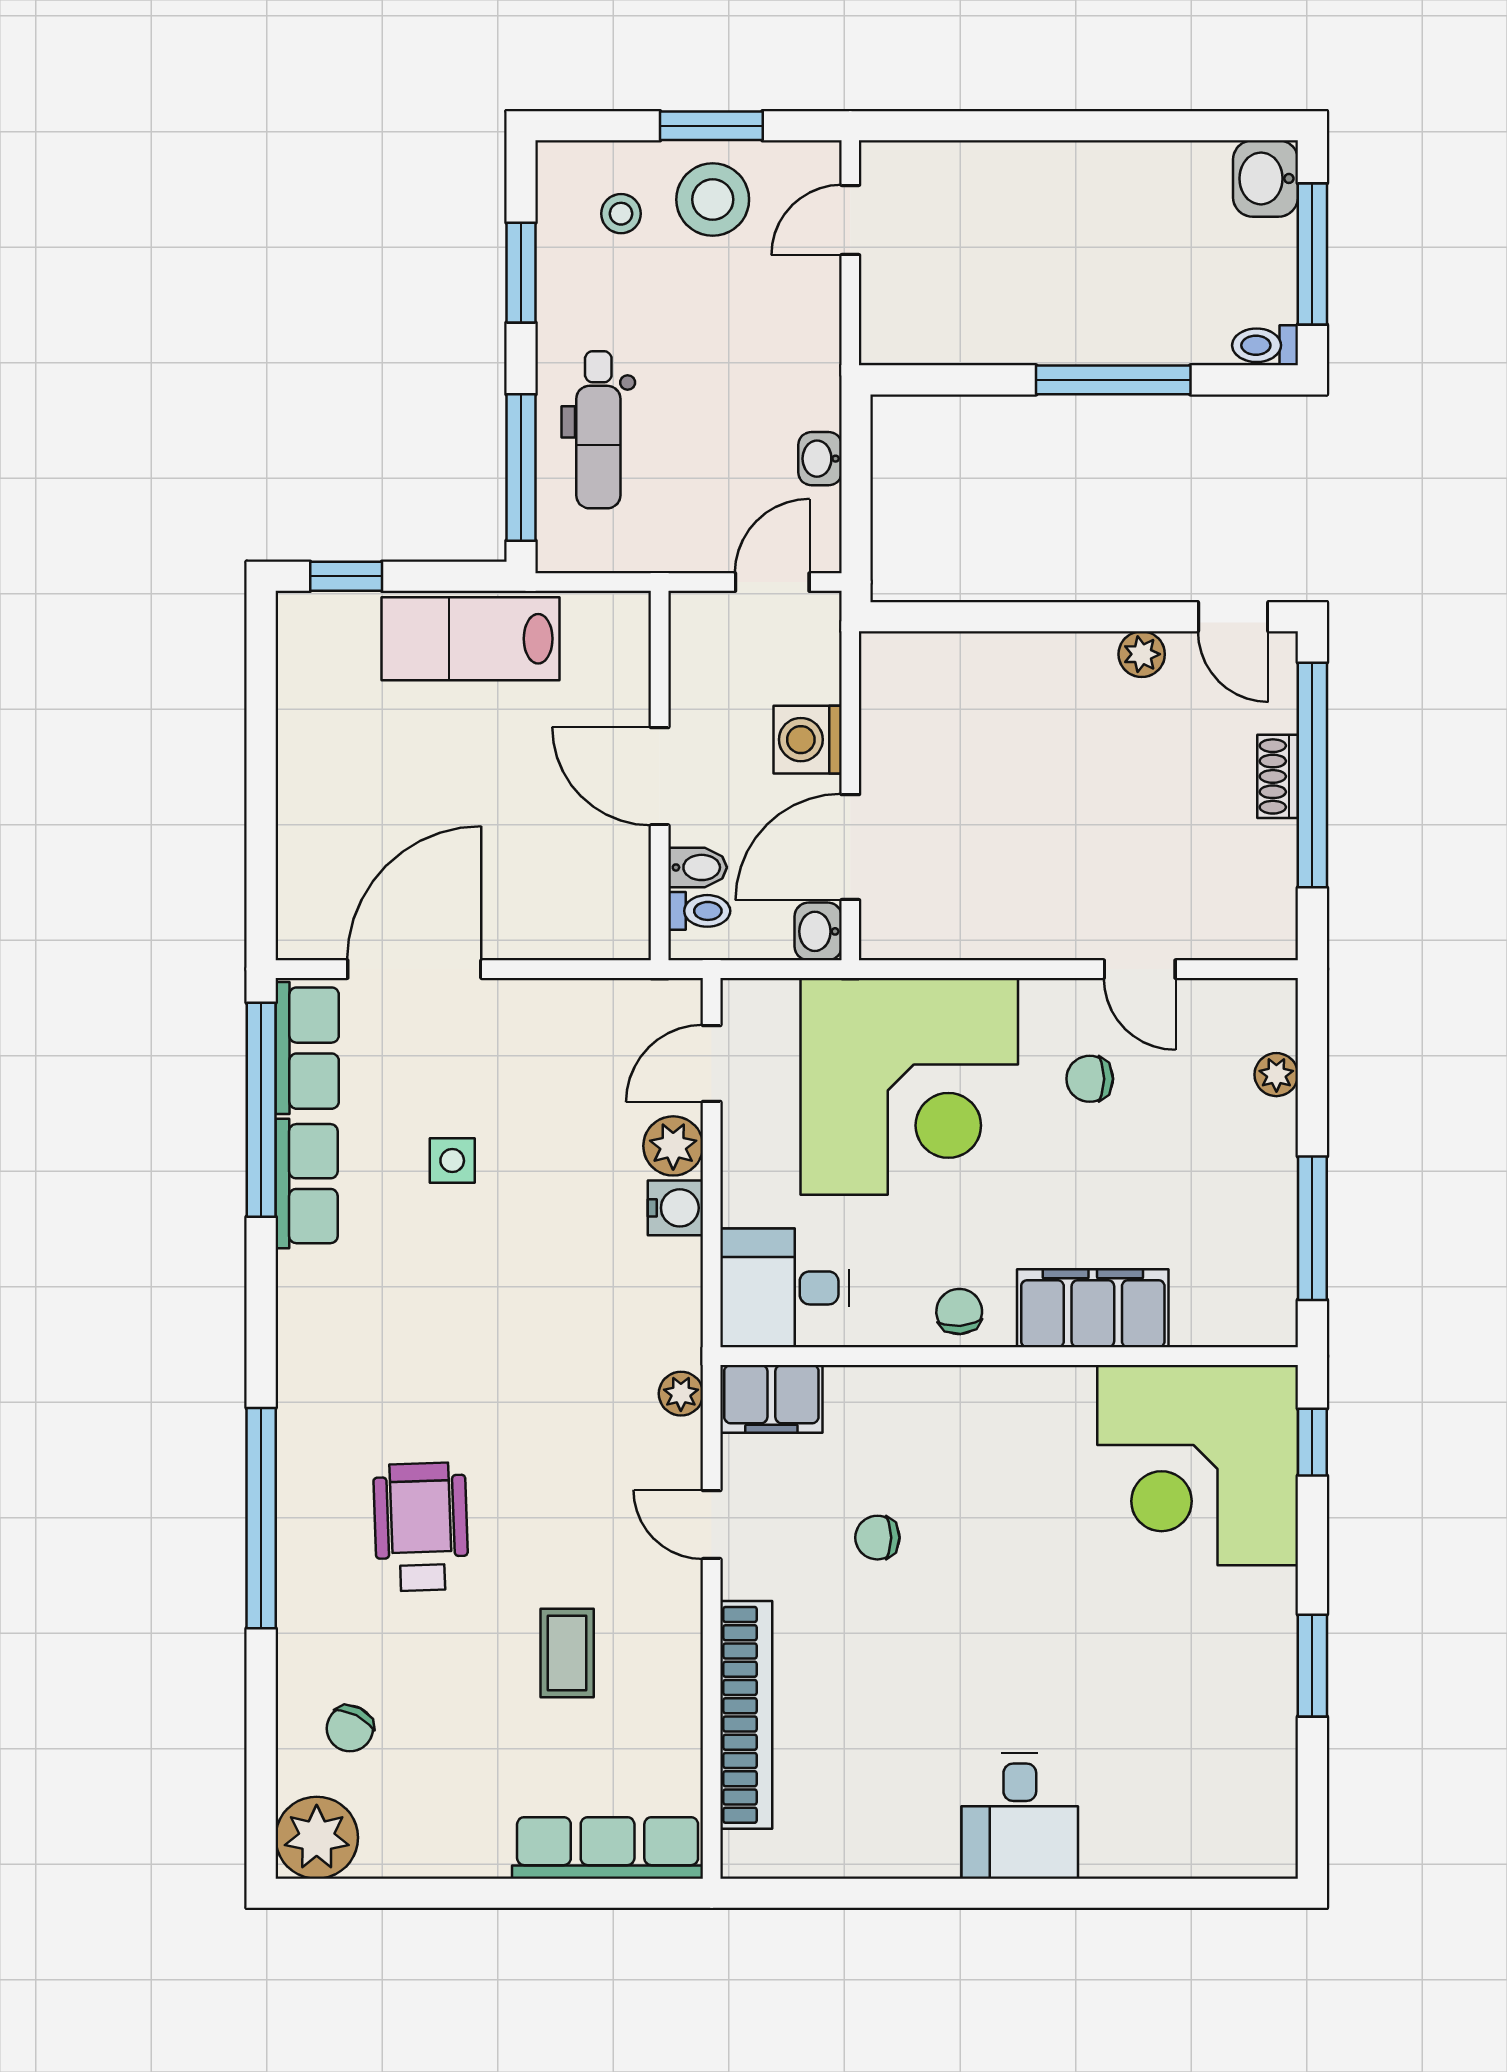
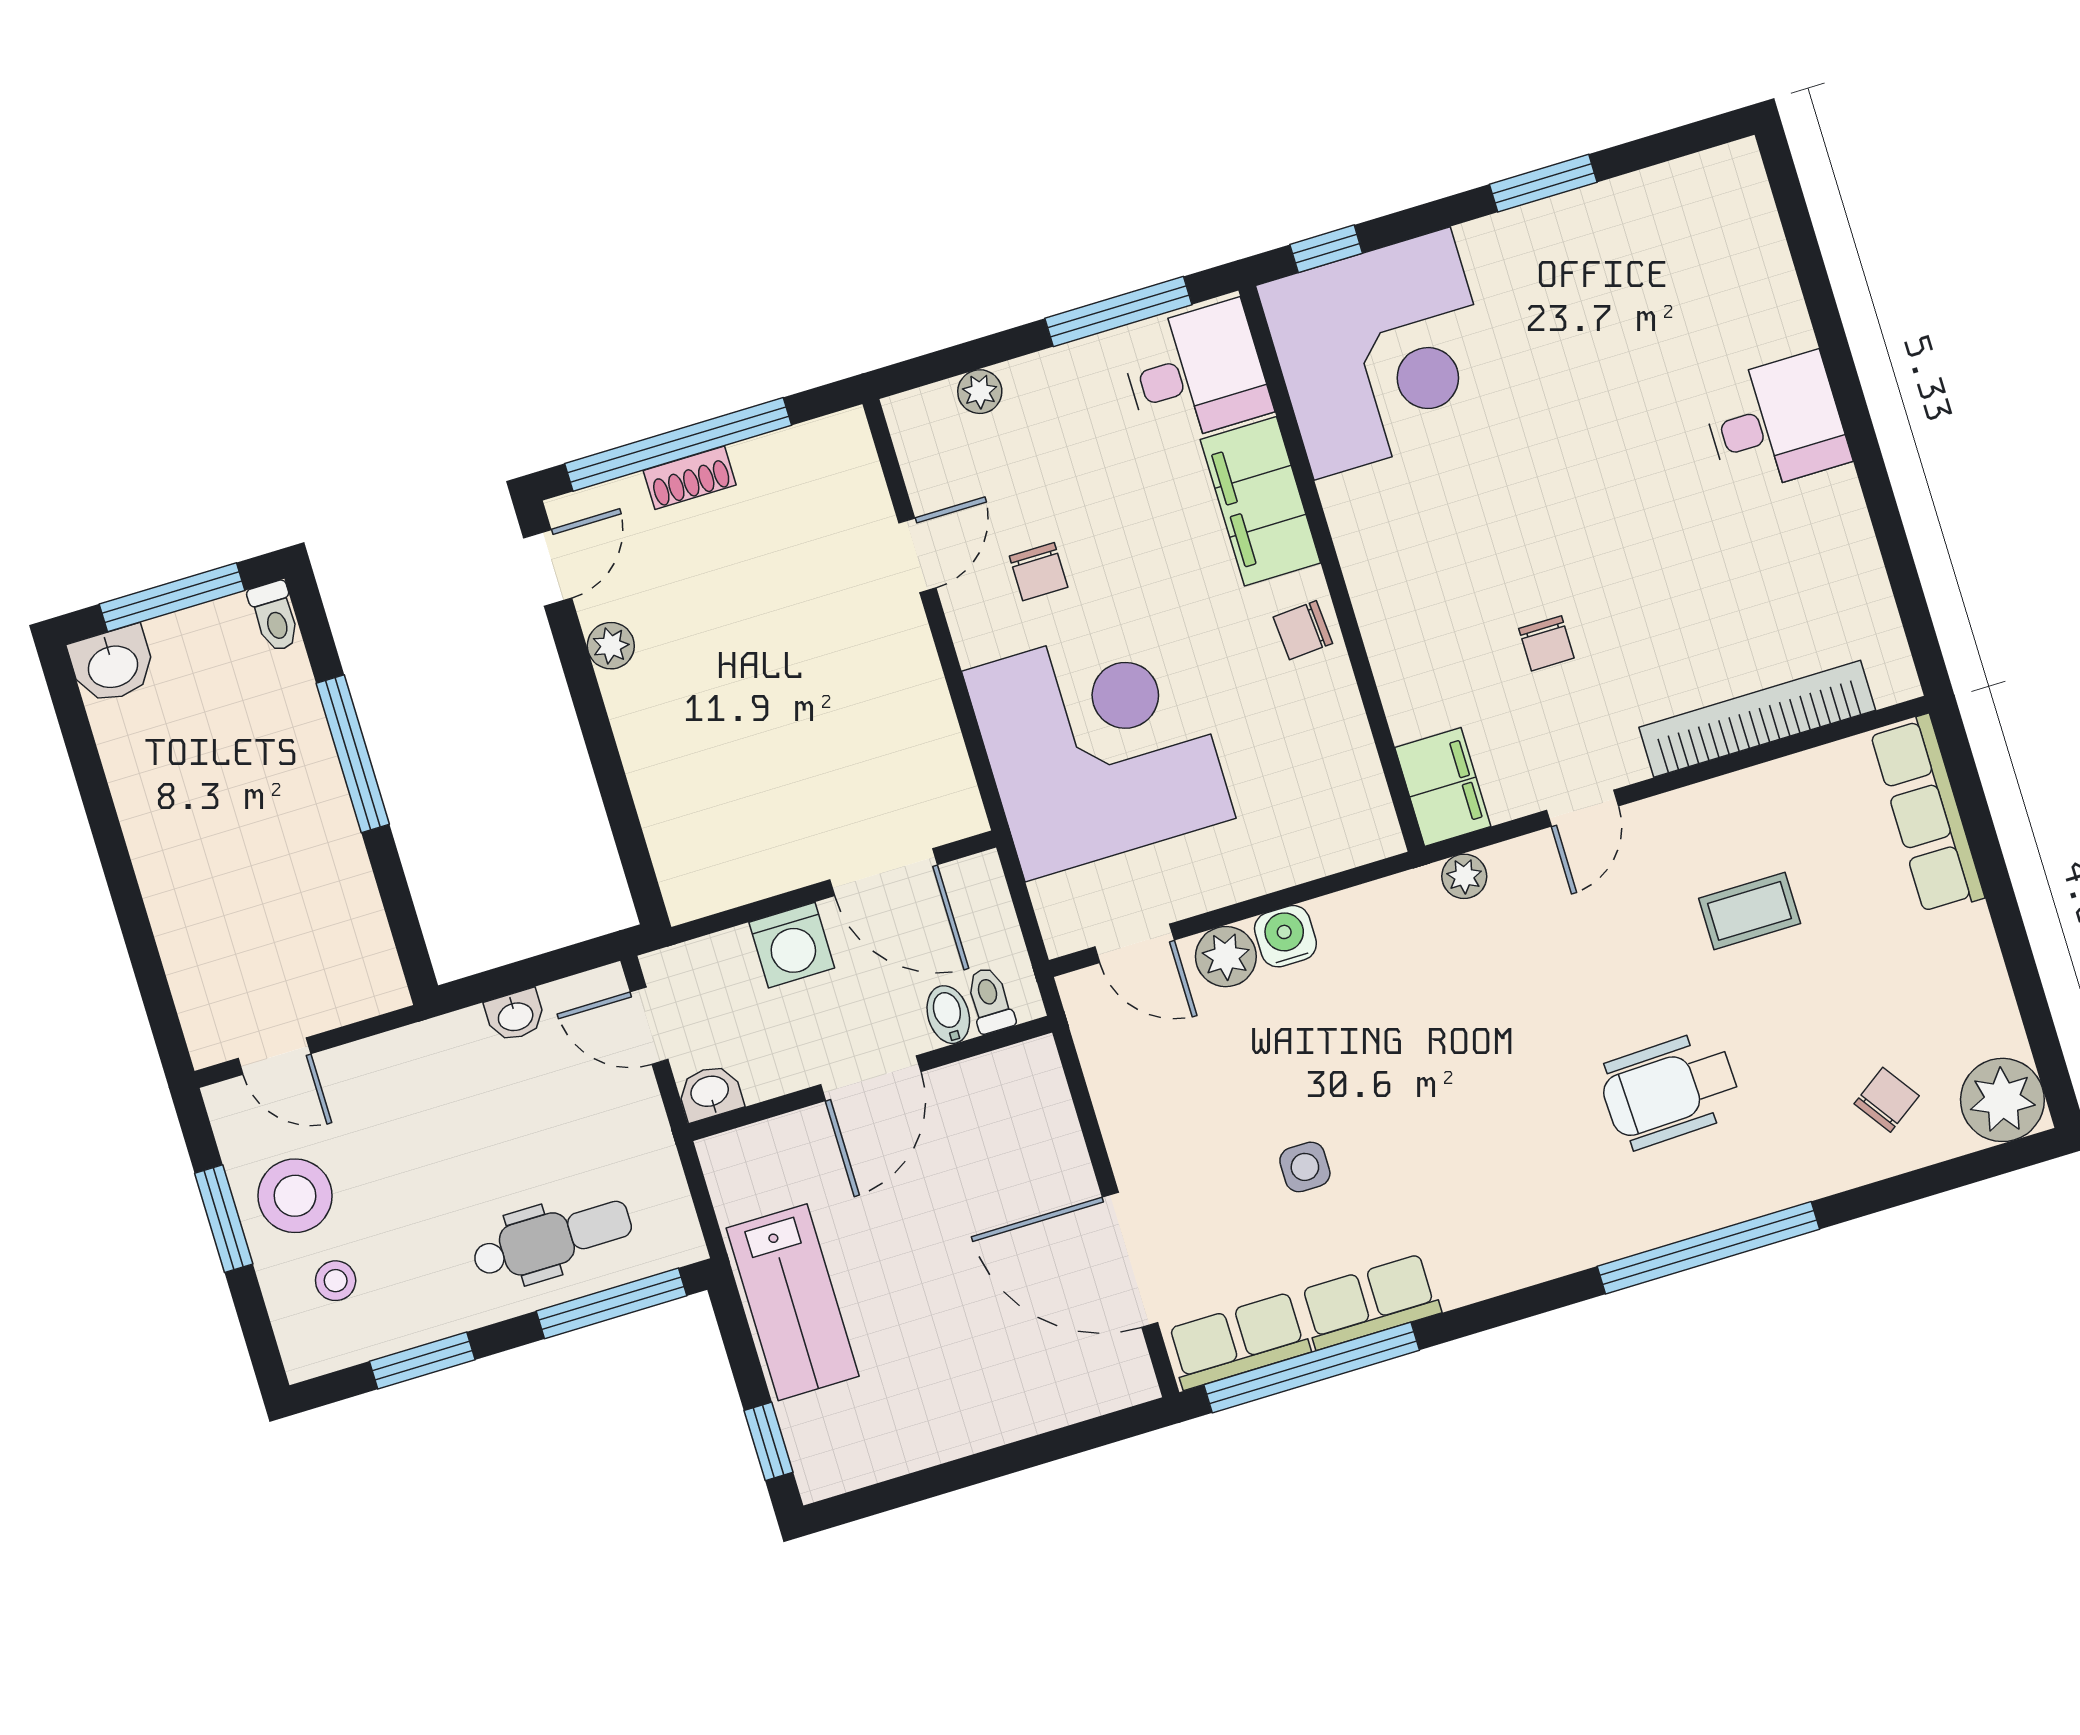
washbasin: (818, 931) -> (710, 1093), moved, turned 180
desk: (784, 1288) -> (1195, 373), moved, turned -90
chair: (350, 1728) -> (1887, 1100), turned -62

